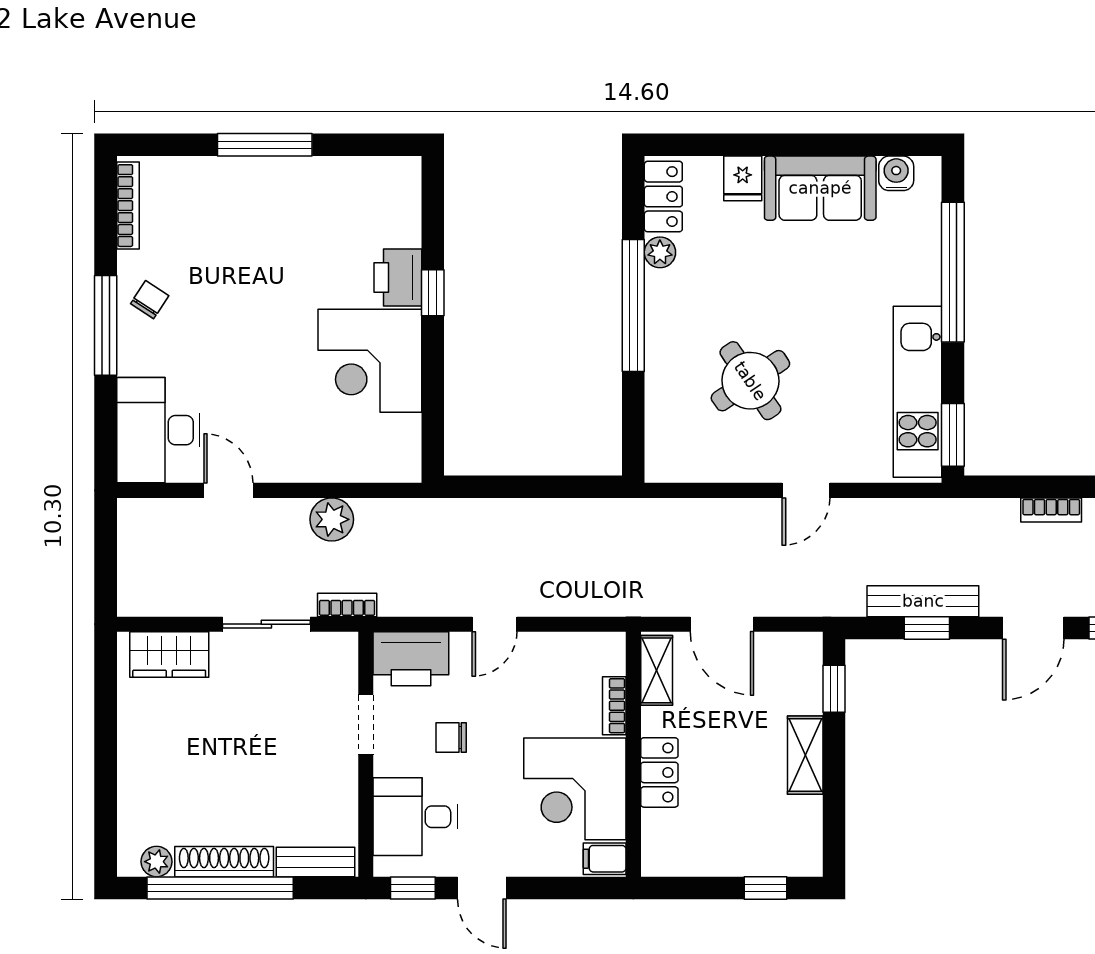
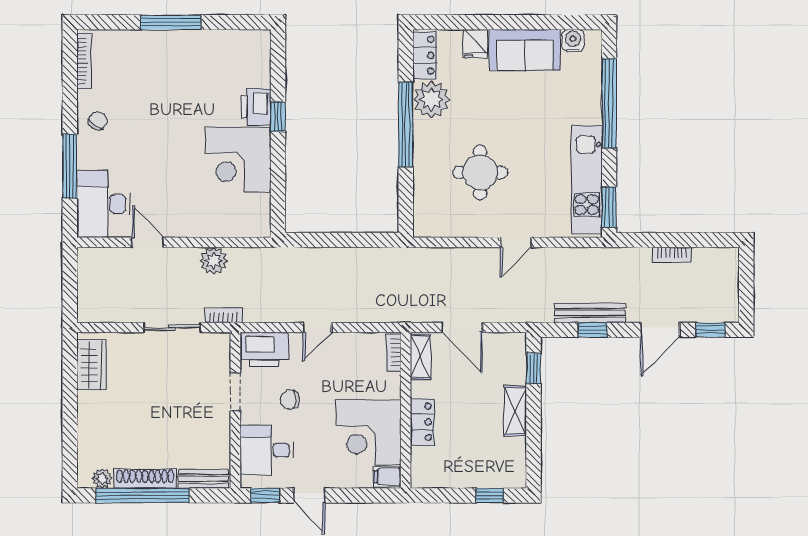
plant: (660, 252) -> (431, 99), width x1.88, depth x1.88
window: (106, 325) -> (70, 166), moved
round table: (750, 381) -> (480, 172), turned 34
wardrobe: (169, 654) -> (91, 365), moved, turned -90
bookcase: (614, 706) -> (394, 353), moved

